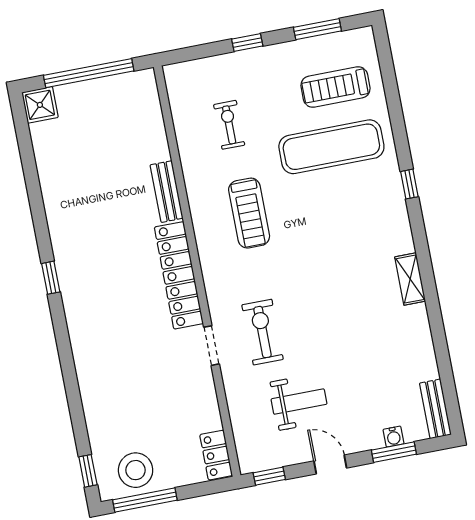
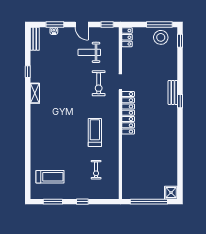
exercise mat: (331, 147) -> (56, 153), removed
window: (409, 184) -> (28, 72), moved
bench: (167, 192) -> (173, 92), moved
window: (51, 278) -> (180, 101), moved

